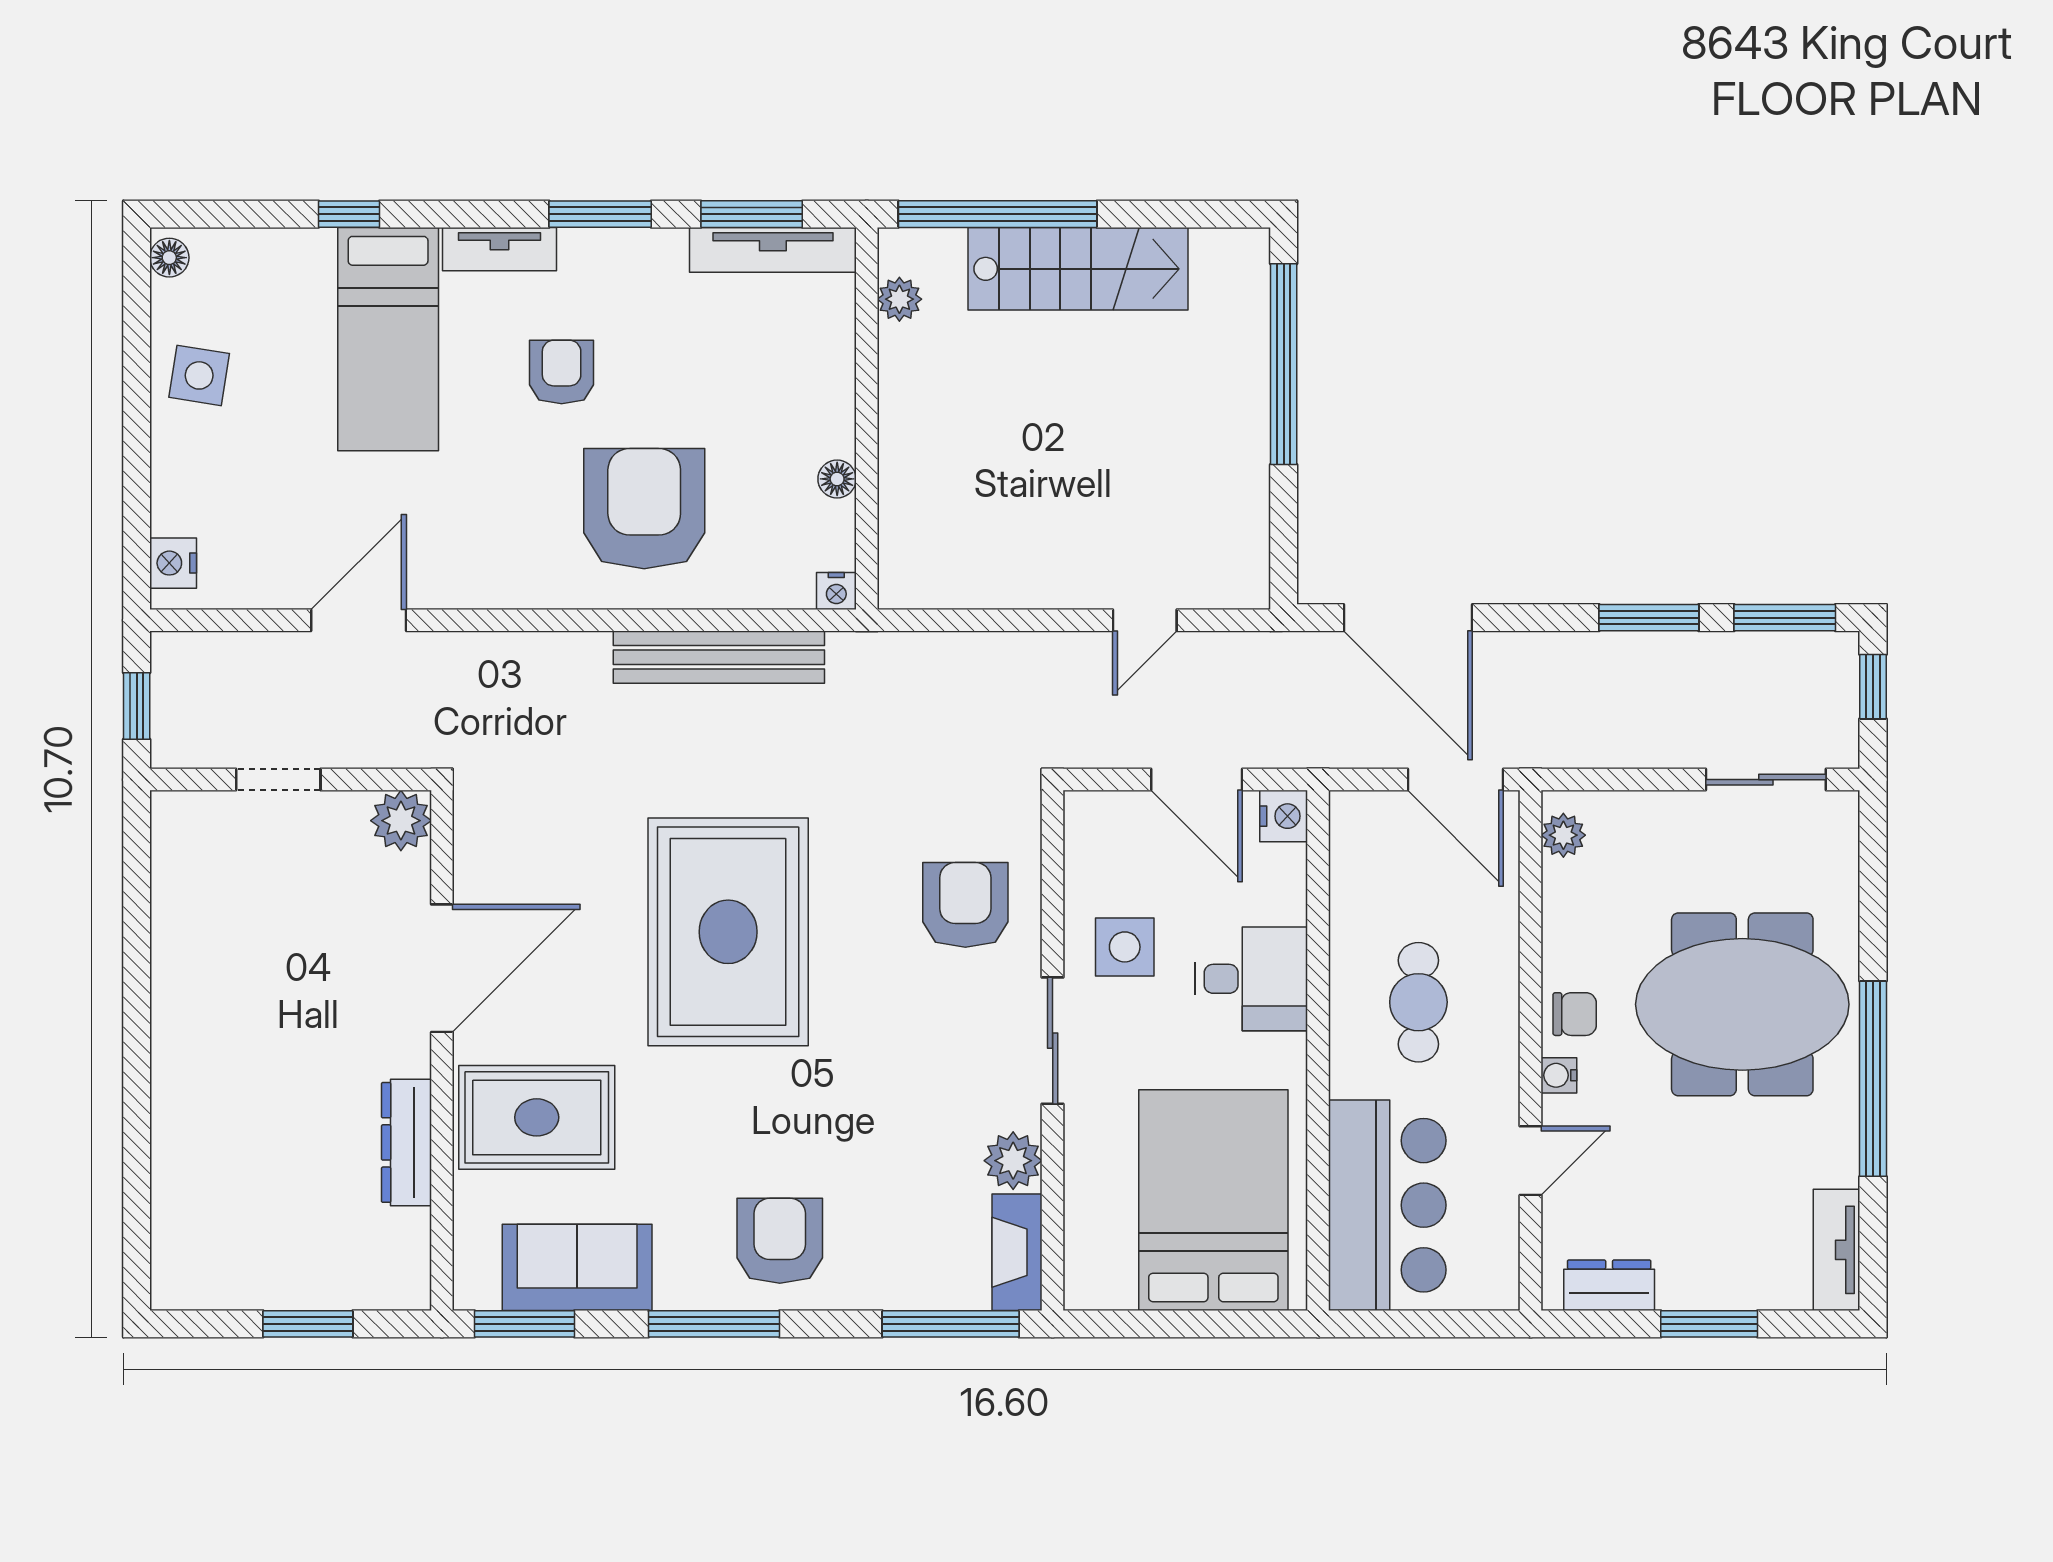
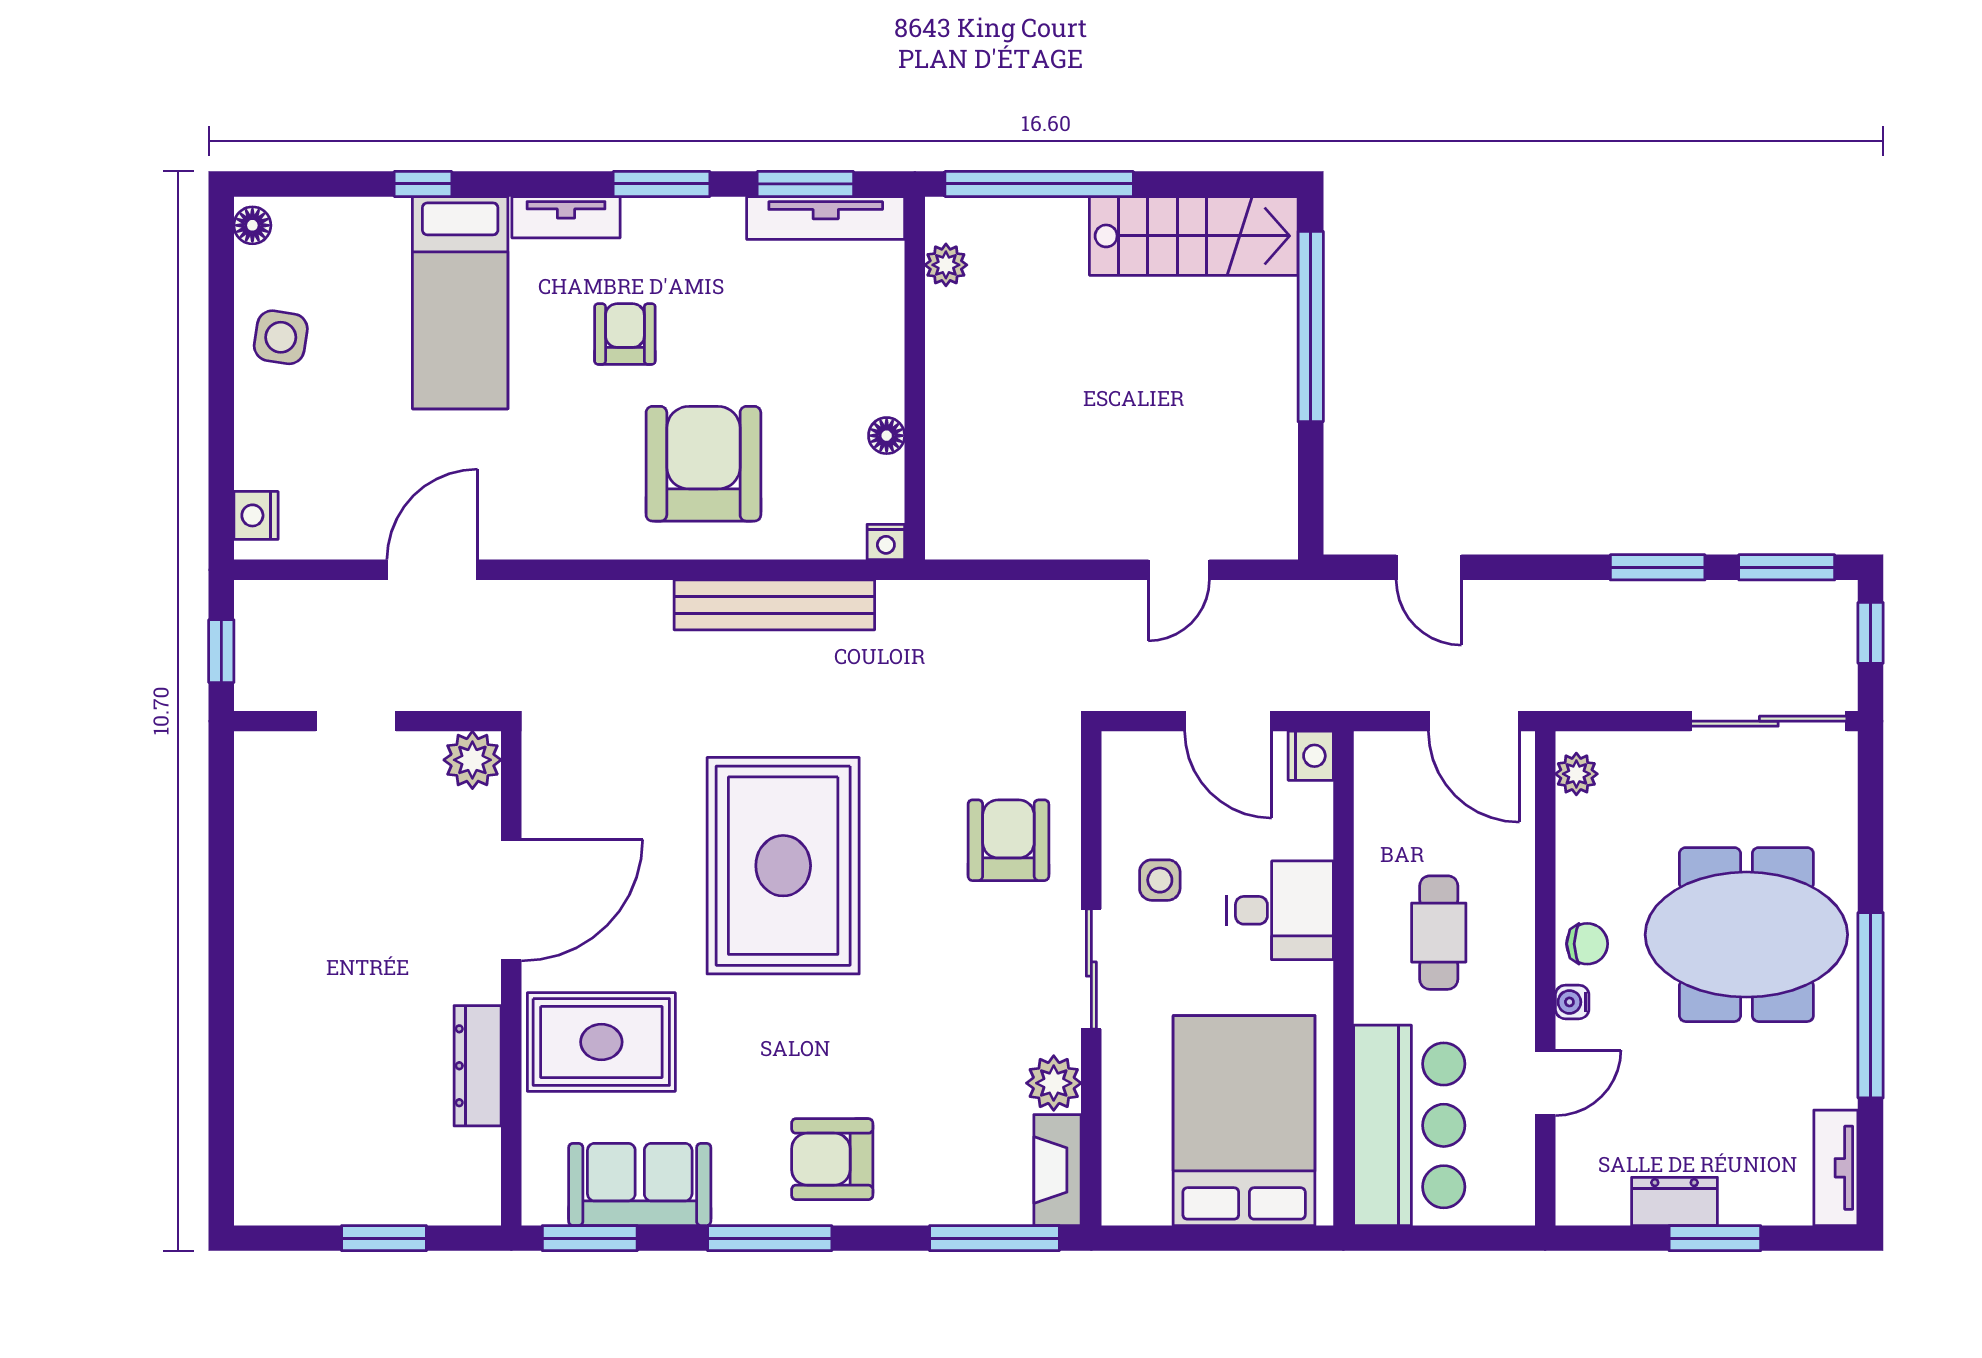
stairs: (1078, 269) -> (1194, 236), moved
door: (1408, 618) -> (1429, 567), width x0.53
sliding door: (1766, 780) -> (1769, 721), width x1.37
side table: (1125, 947) -> (1160, 880), width x0.73, depth x0.73
armchair: (780, 1241) -> (832, 1159), turned -90
dresser: (1609, 1285) -> (1674, 1201), moved

